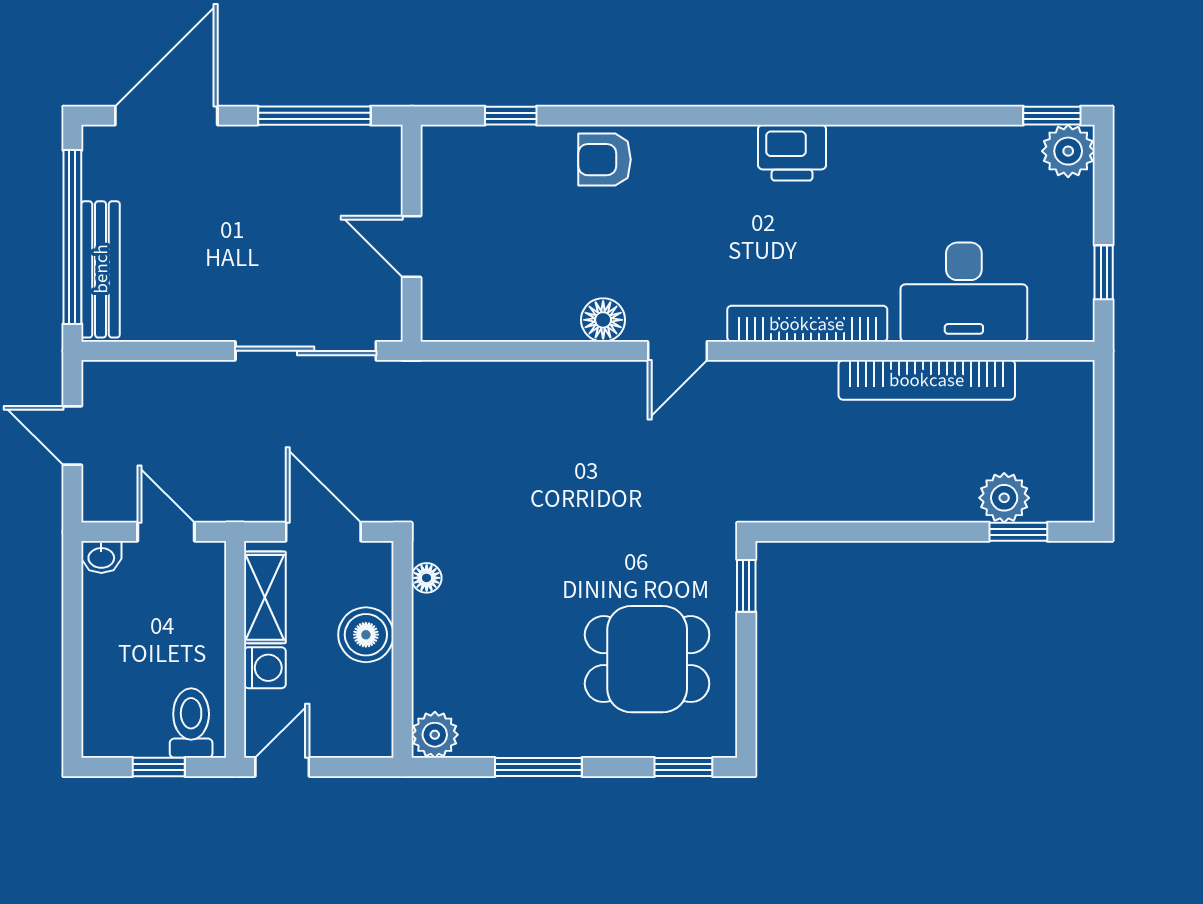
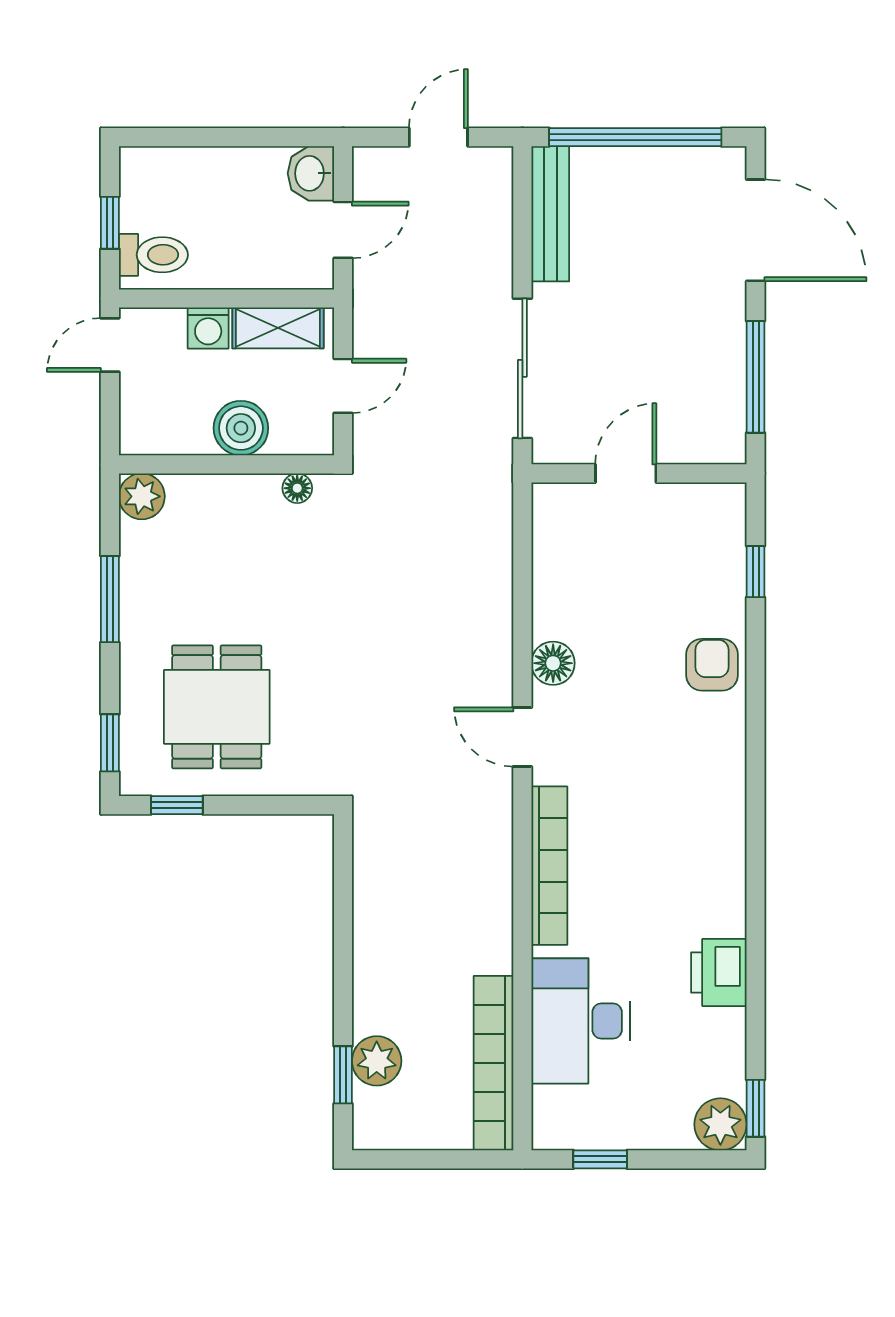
printer: (792, 153) -> (719, 972), moved
bench: (101, 269) -> (550, 214), moved, turned 90
bookcase: (927, 380) -> (494, 1063), moved
door: (323, 532) -> (343, 386), width x0.73
washbasin: (101, 557) -> (311, 173), width x1.38, depth x1.45
window: (746, 586) -> (177, 805), moved
door: (282, 767) -> (110, 345), swing flipped

